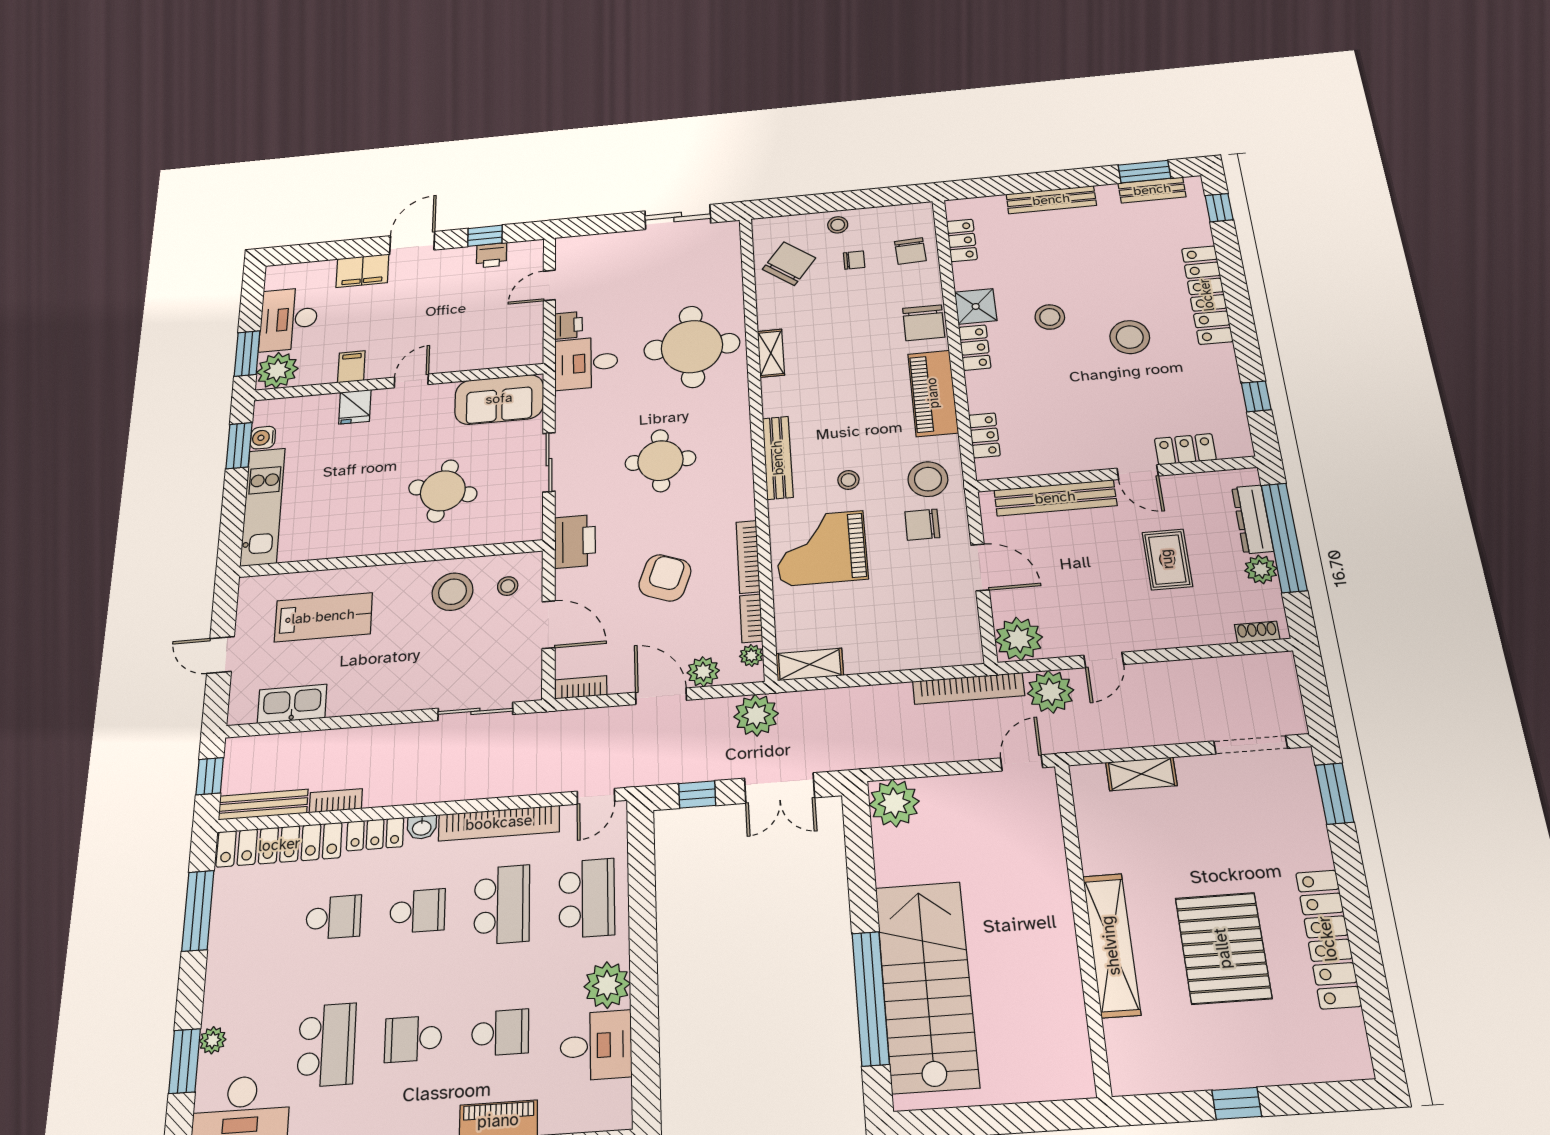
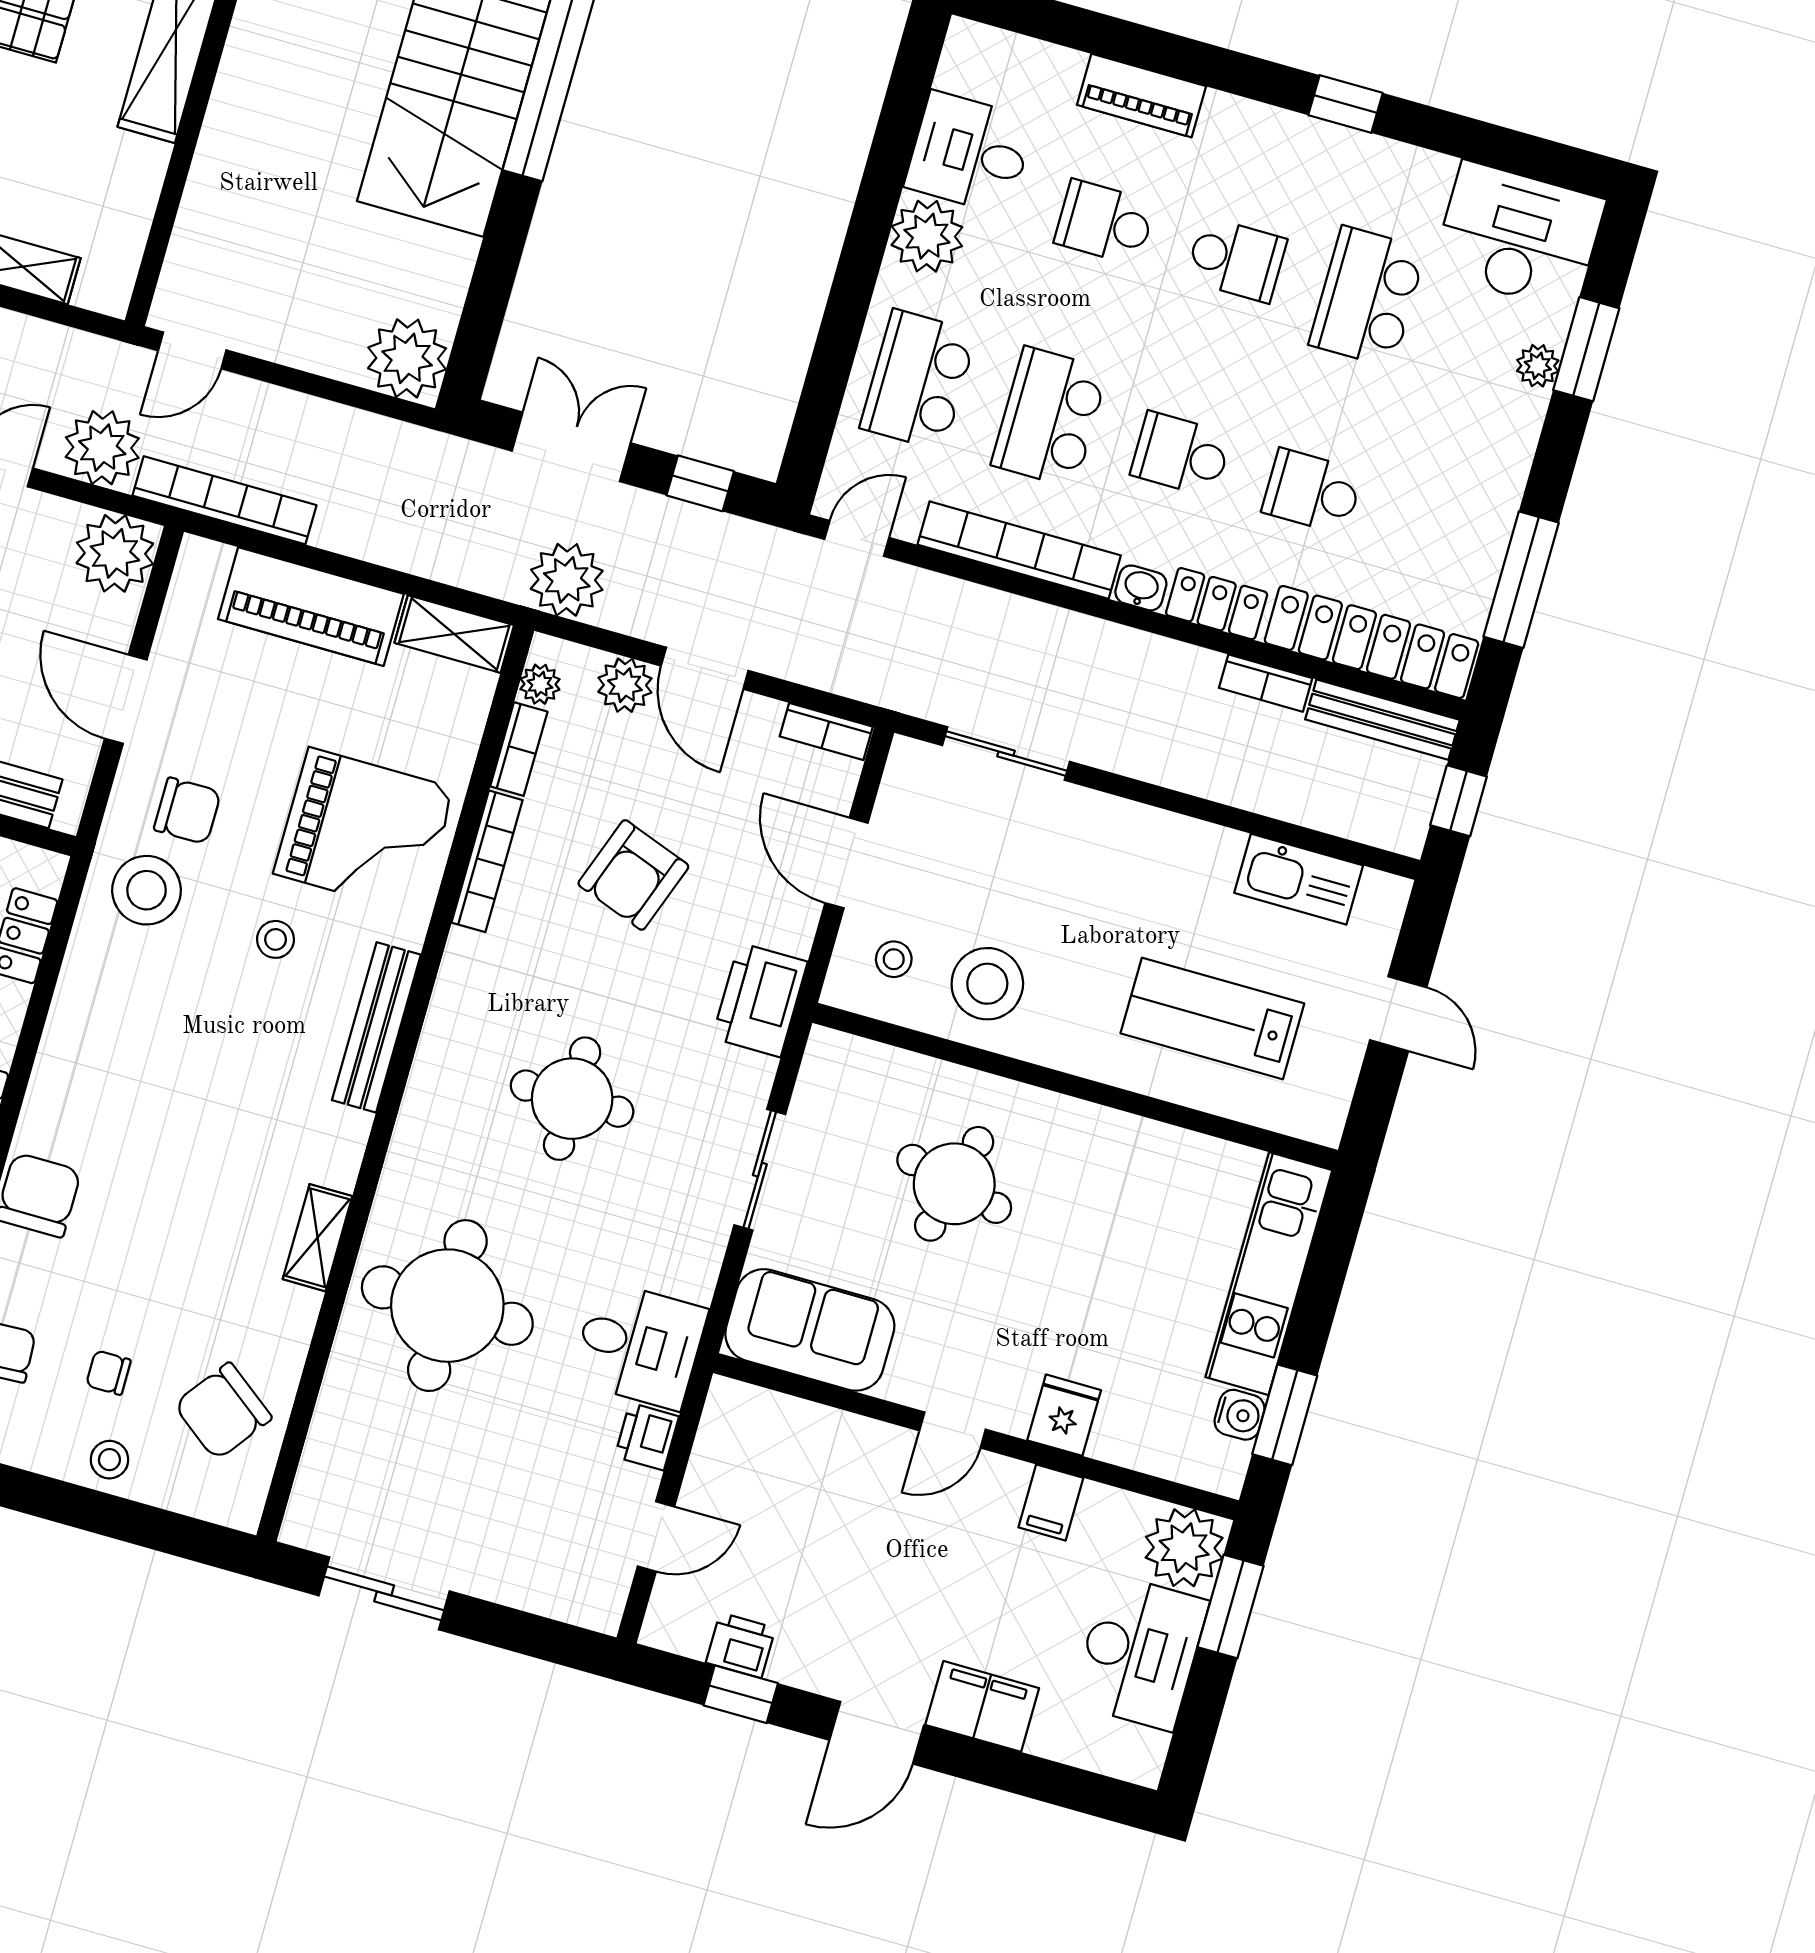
piano: (933, 393) -> (311, 607), moved, turned 90

